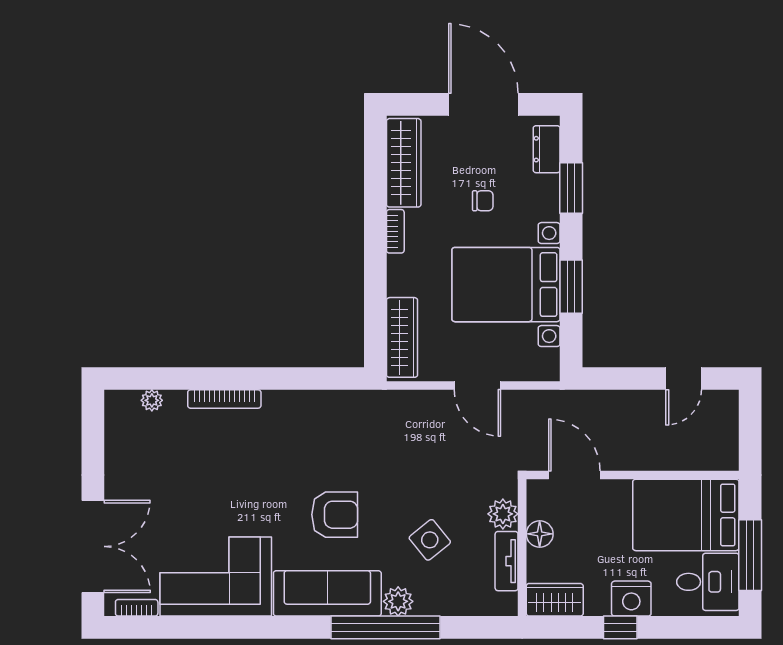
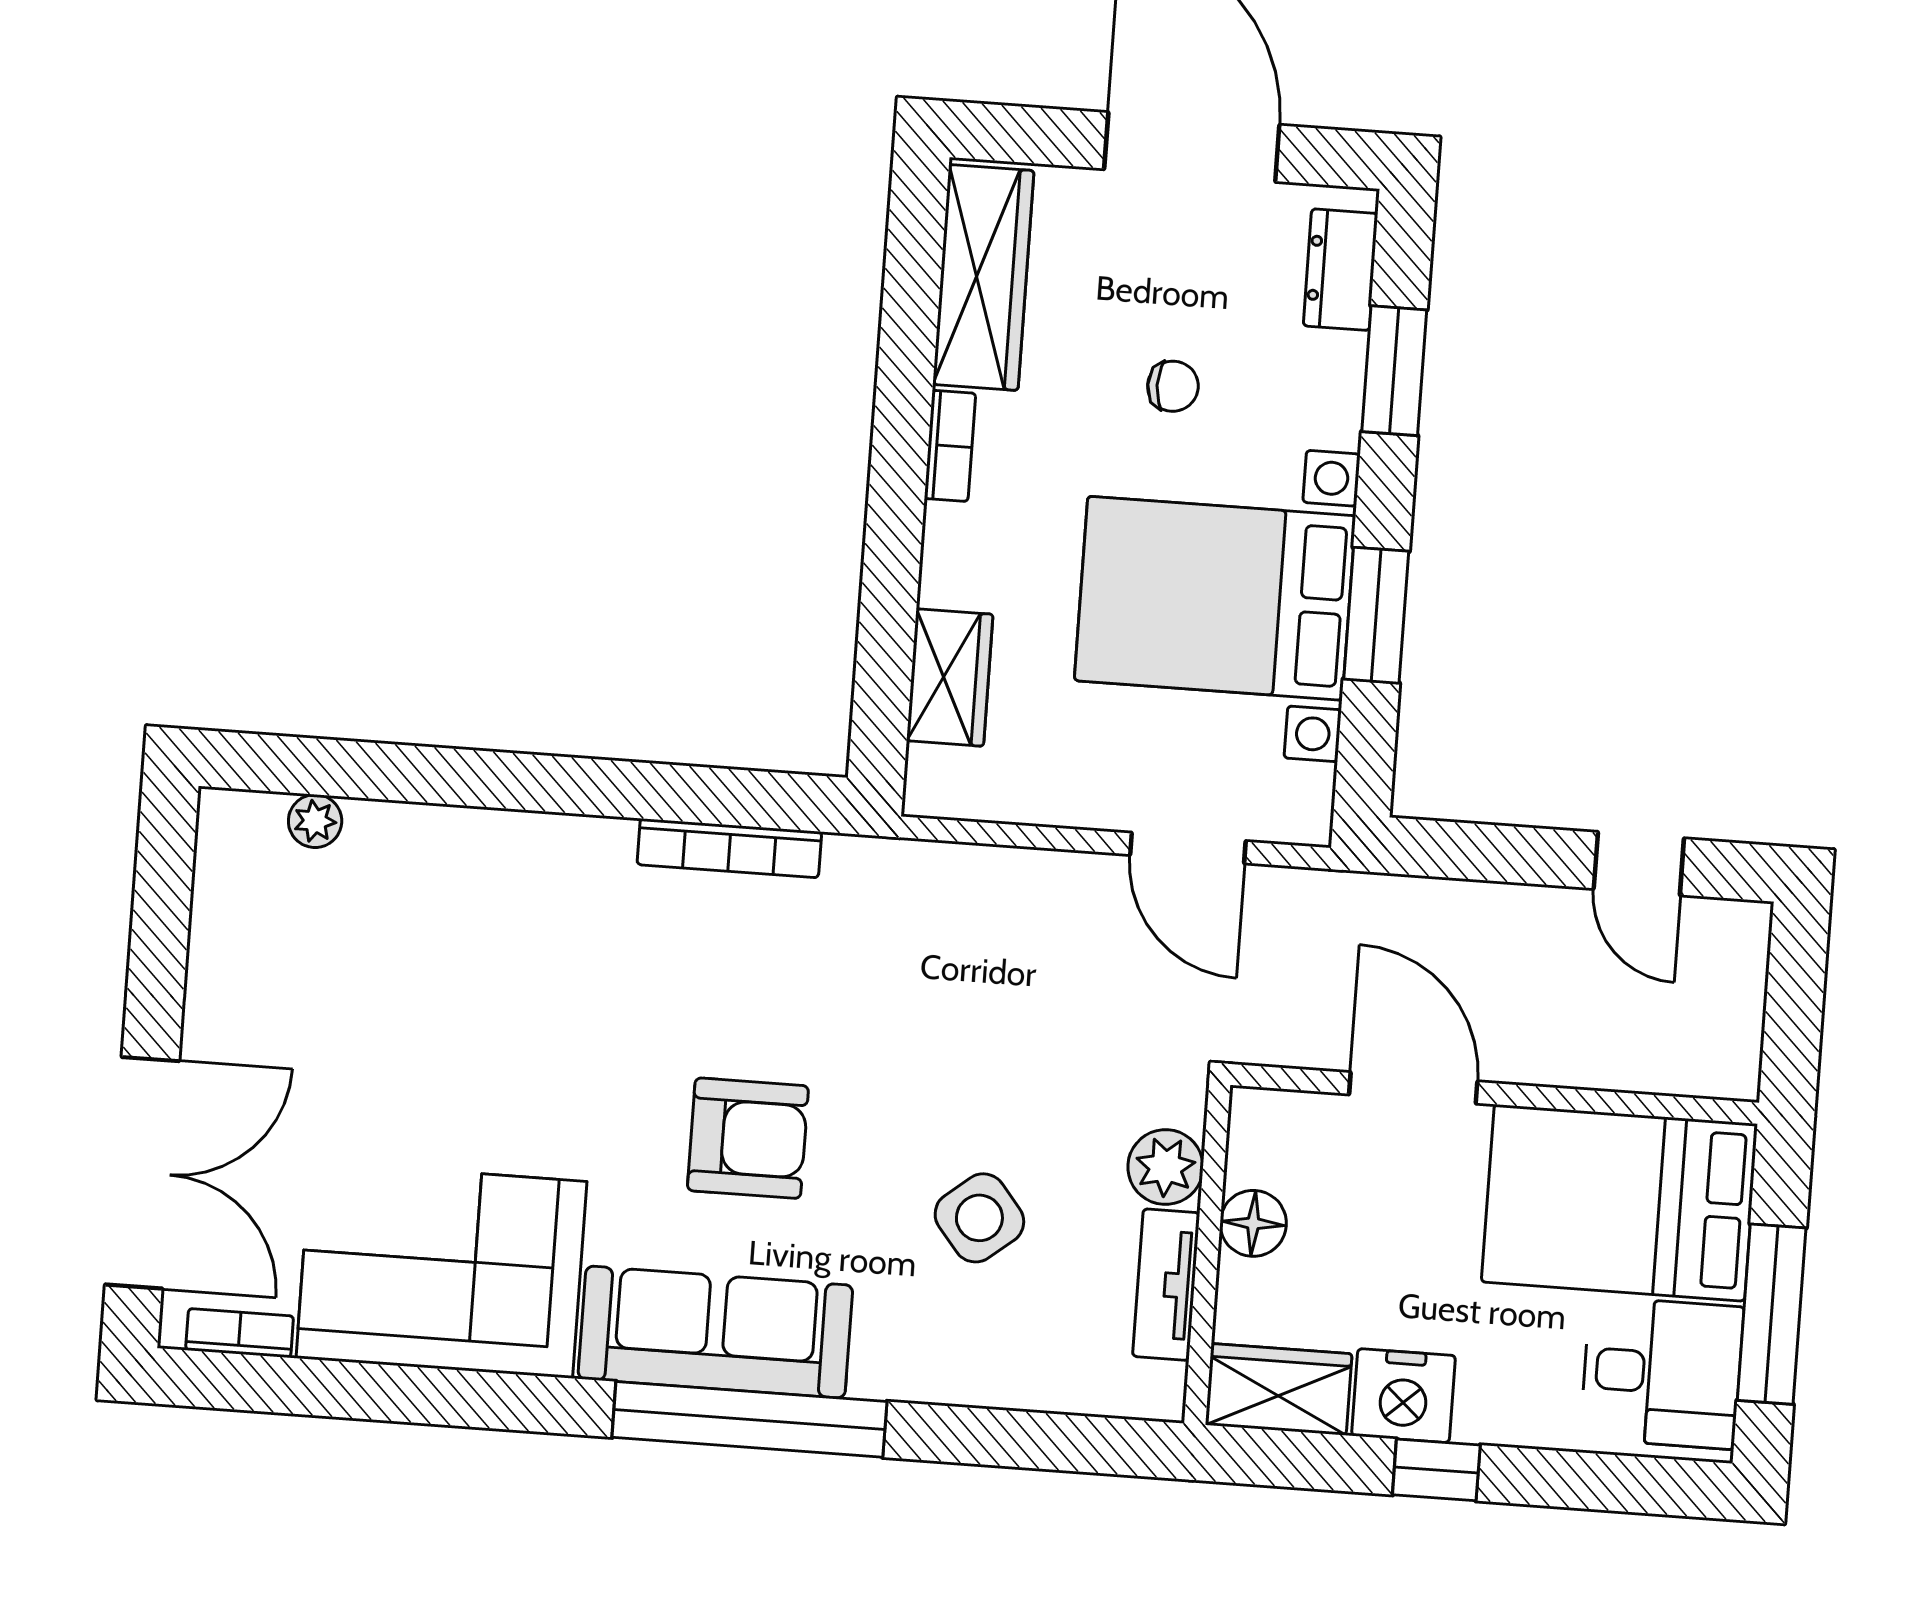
wardrobe: (402, 337) -> (950, 678), width x0.67
door: (684, 378) -> (1639, 864), hinge flipped
door: (477, 385) -> (1188, 848), moved
bookcase: (224, 399) -> (729, 848), moved
door: (574, 475) -> (1413, 1088), moved
nightstand: (631, 599) -> (1403, 1396), moved
plant: (398, 601) -> (890, 1365), removed
window: (385, 627) -> (749, 1419), moved

